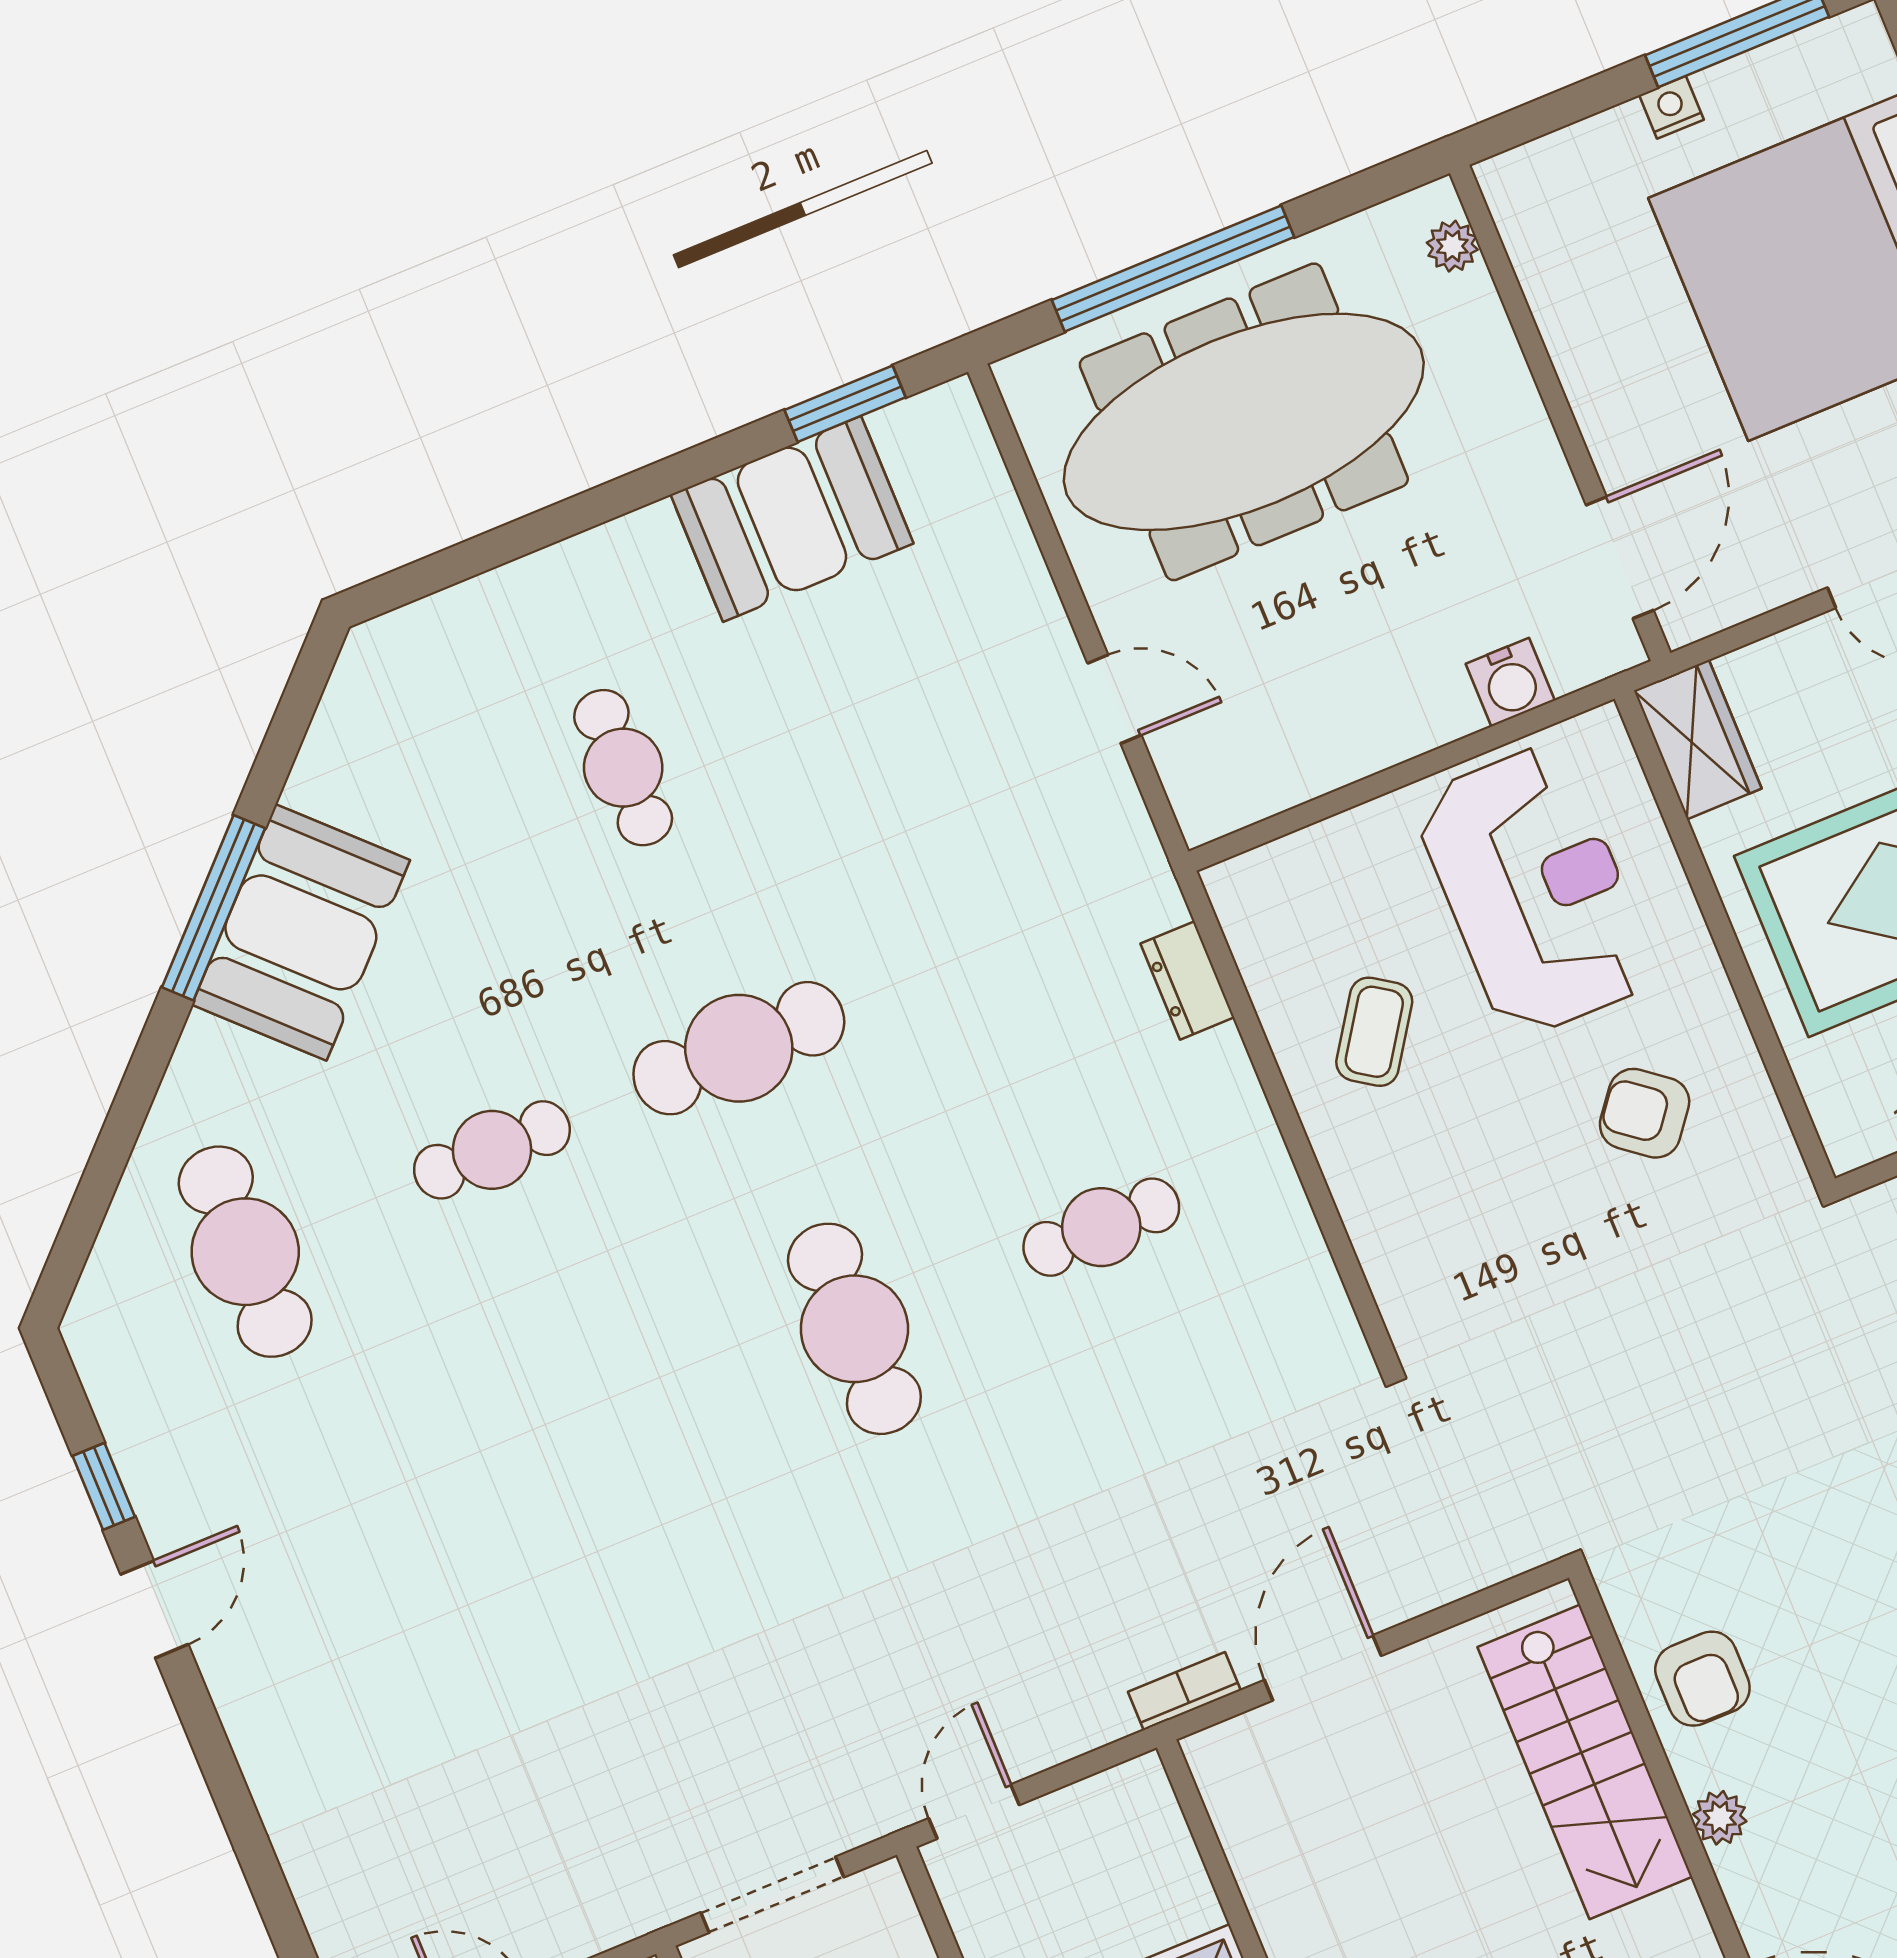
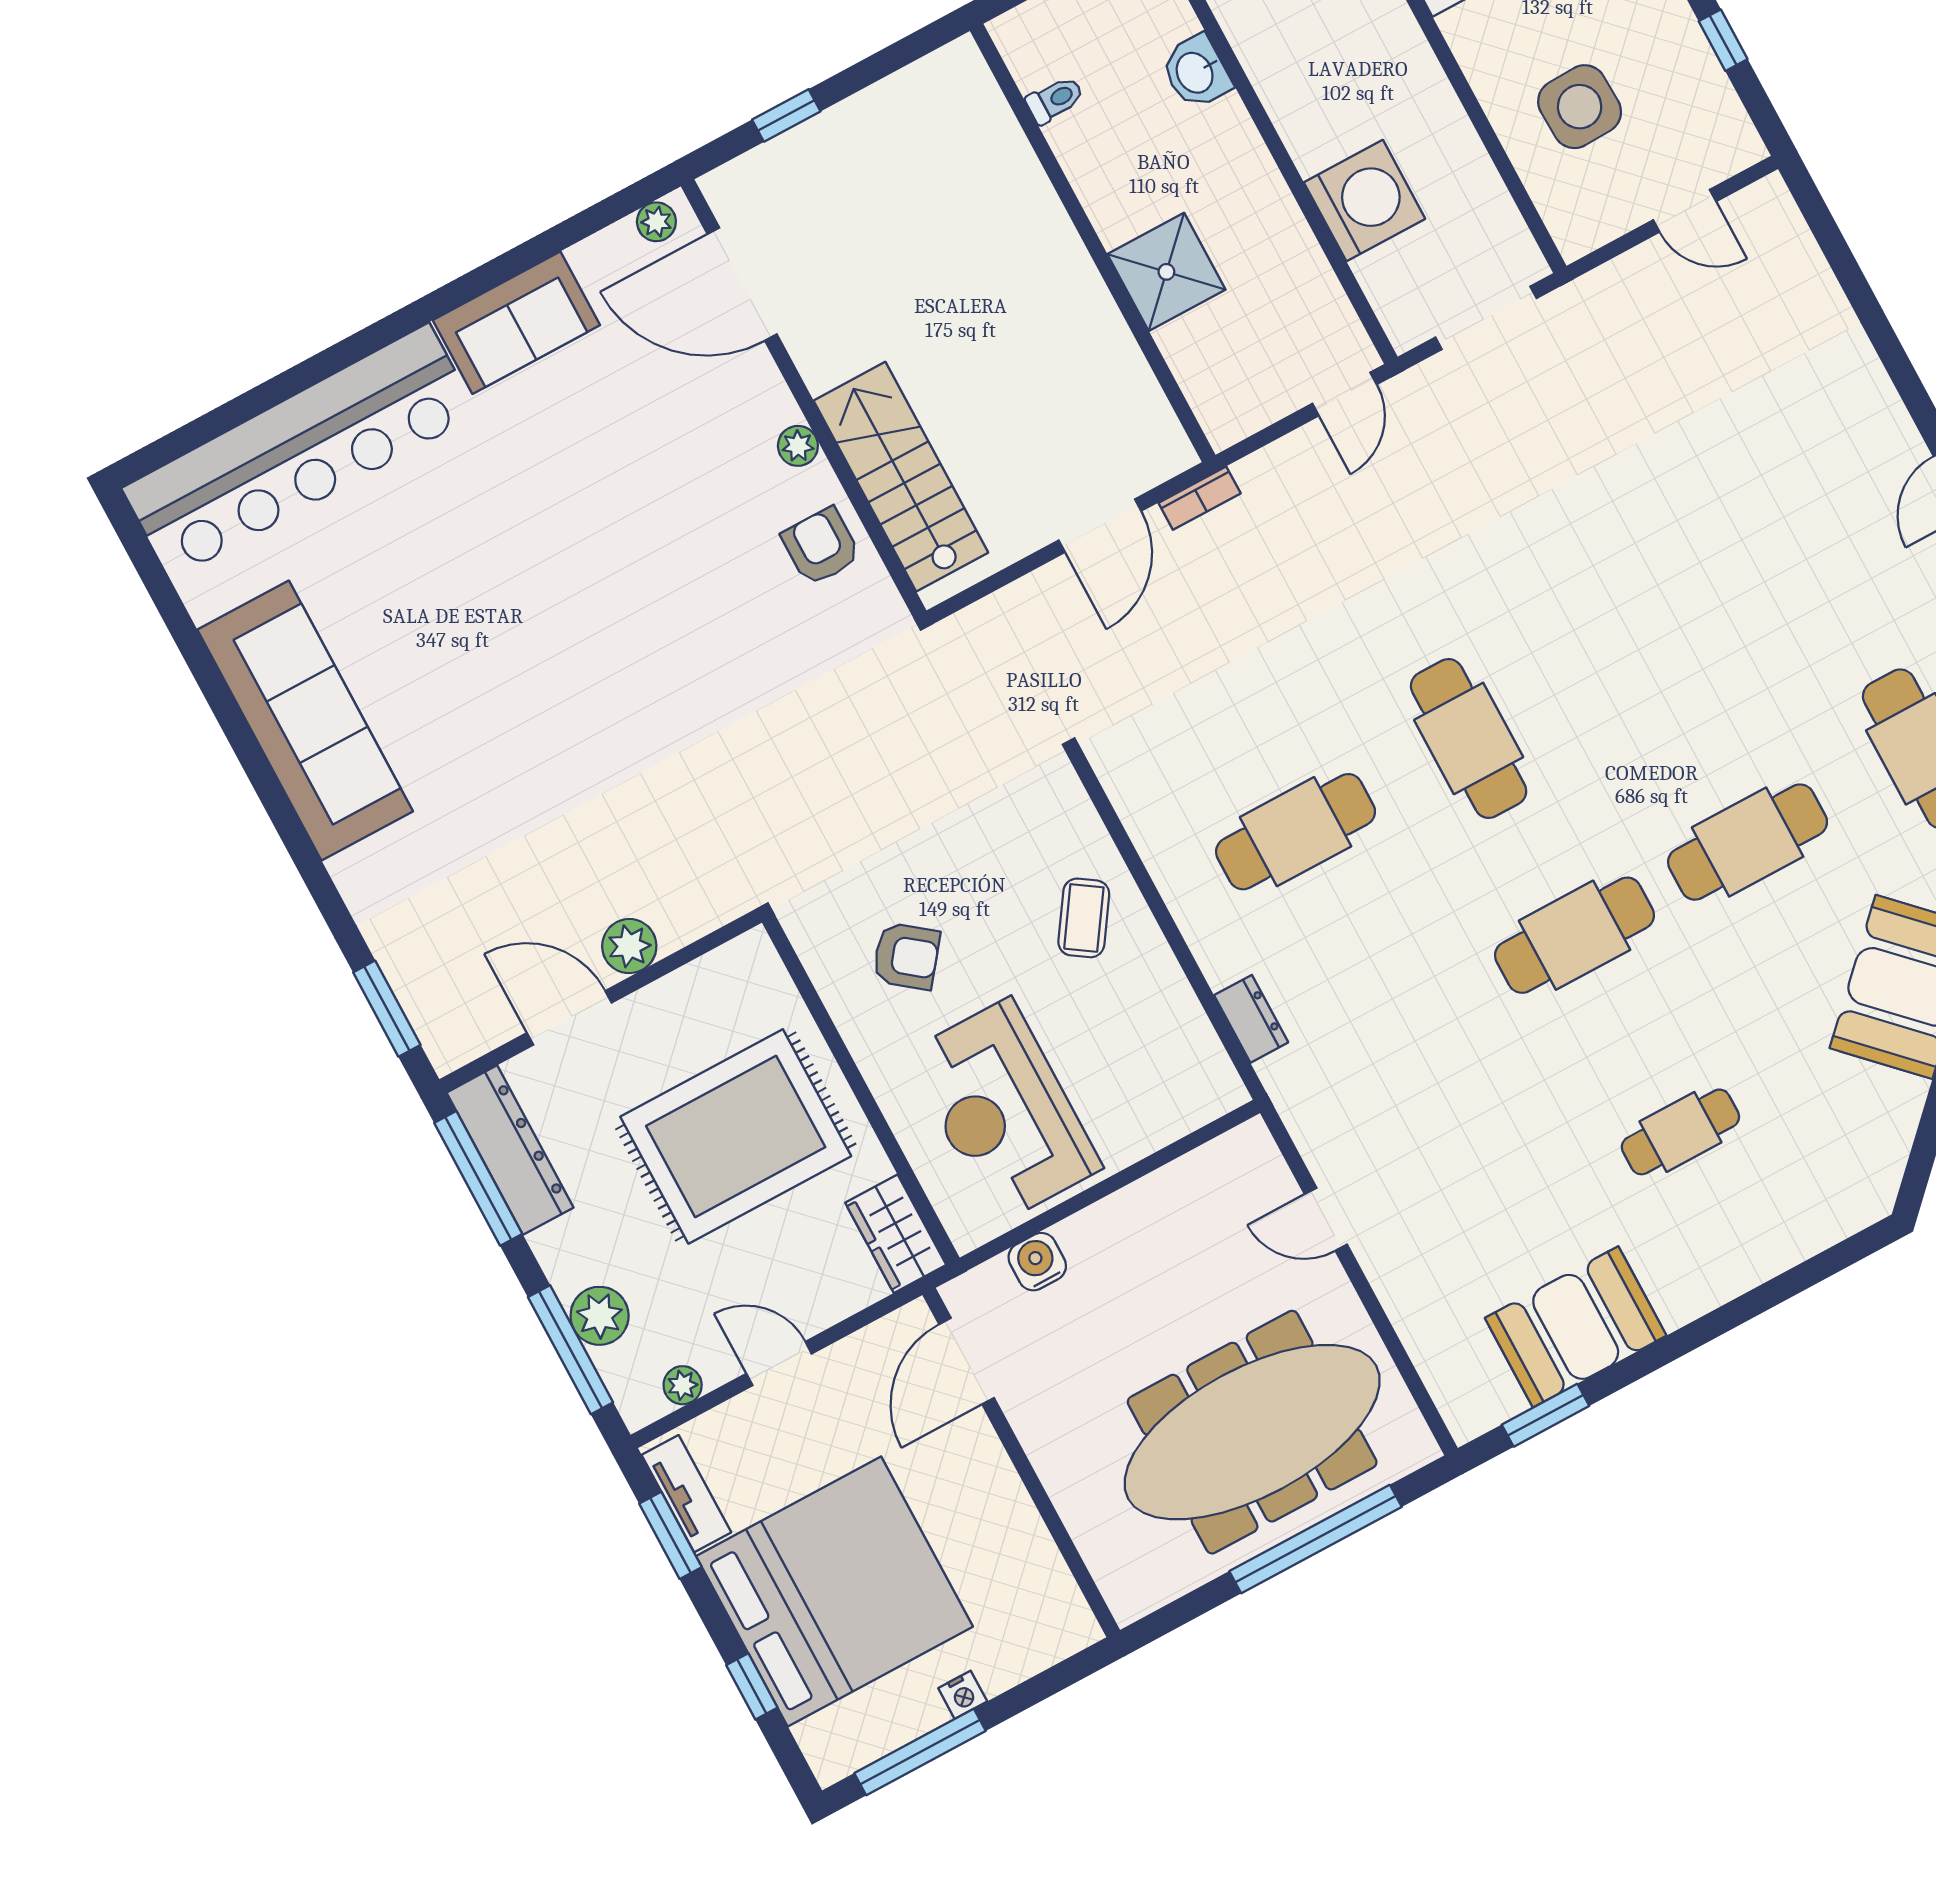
plant: (1452, 246) -> (1113, 1577), removed
cafe table: (623, 768) -> (1680, 1132), turned 90
coffee table: (1374, 1032) -> (1084, 918), moved
cafe table: (492, 1150) -> (1748, 842), width x1.37, depth x1.35
cafe table: (1101, 1227) -> (1296, 832), width x1.37, depth x1.35

